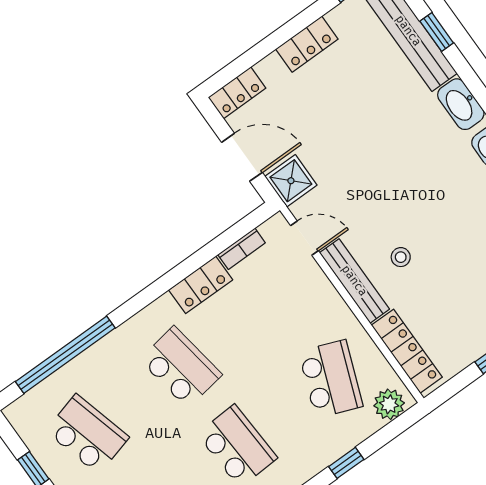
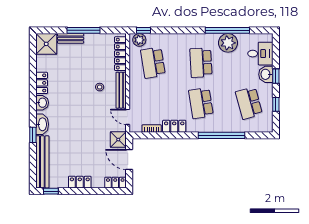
window: (437, 32) -> (33, 135), moved
window: (65, 355) -> (221, 135), moved
school desk: (331, 379) -> (153, 63), turned -30
window: (346, 463) -> (143, 30), moved

